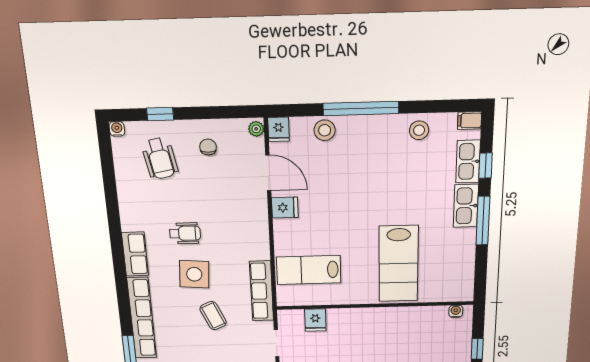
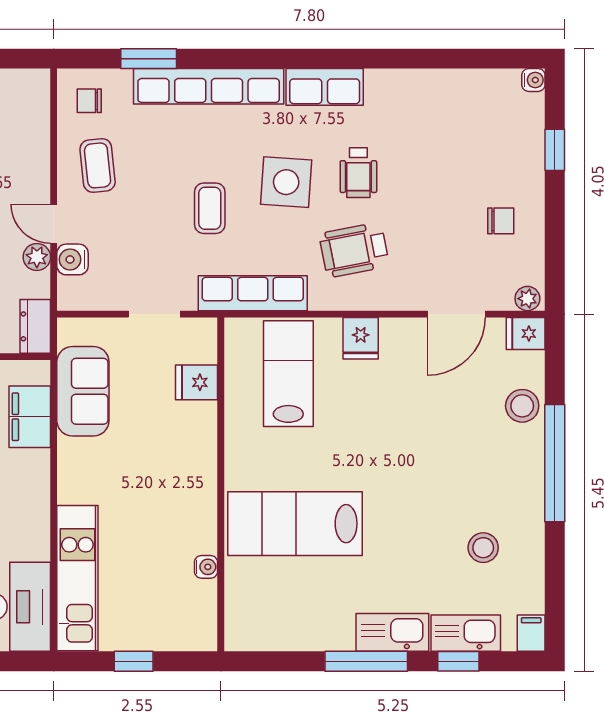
stool: (419, 130) -> (483, 548), moved
wheelchair: (160, 158) -> (354, 250), moved
fridge: (285, 208) -> (361, 338), moved
water cooler: (456, 311) -> (206, 567), moved
coffee table: (213, 316) -> (210, 208), turned -66

